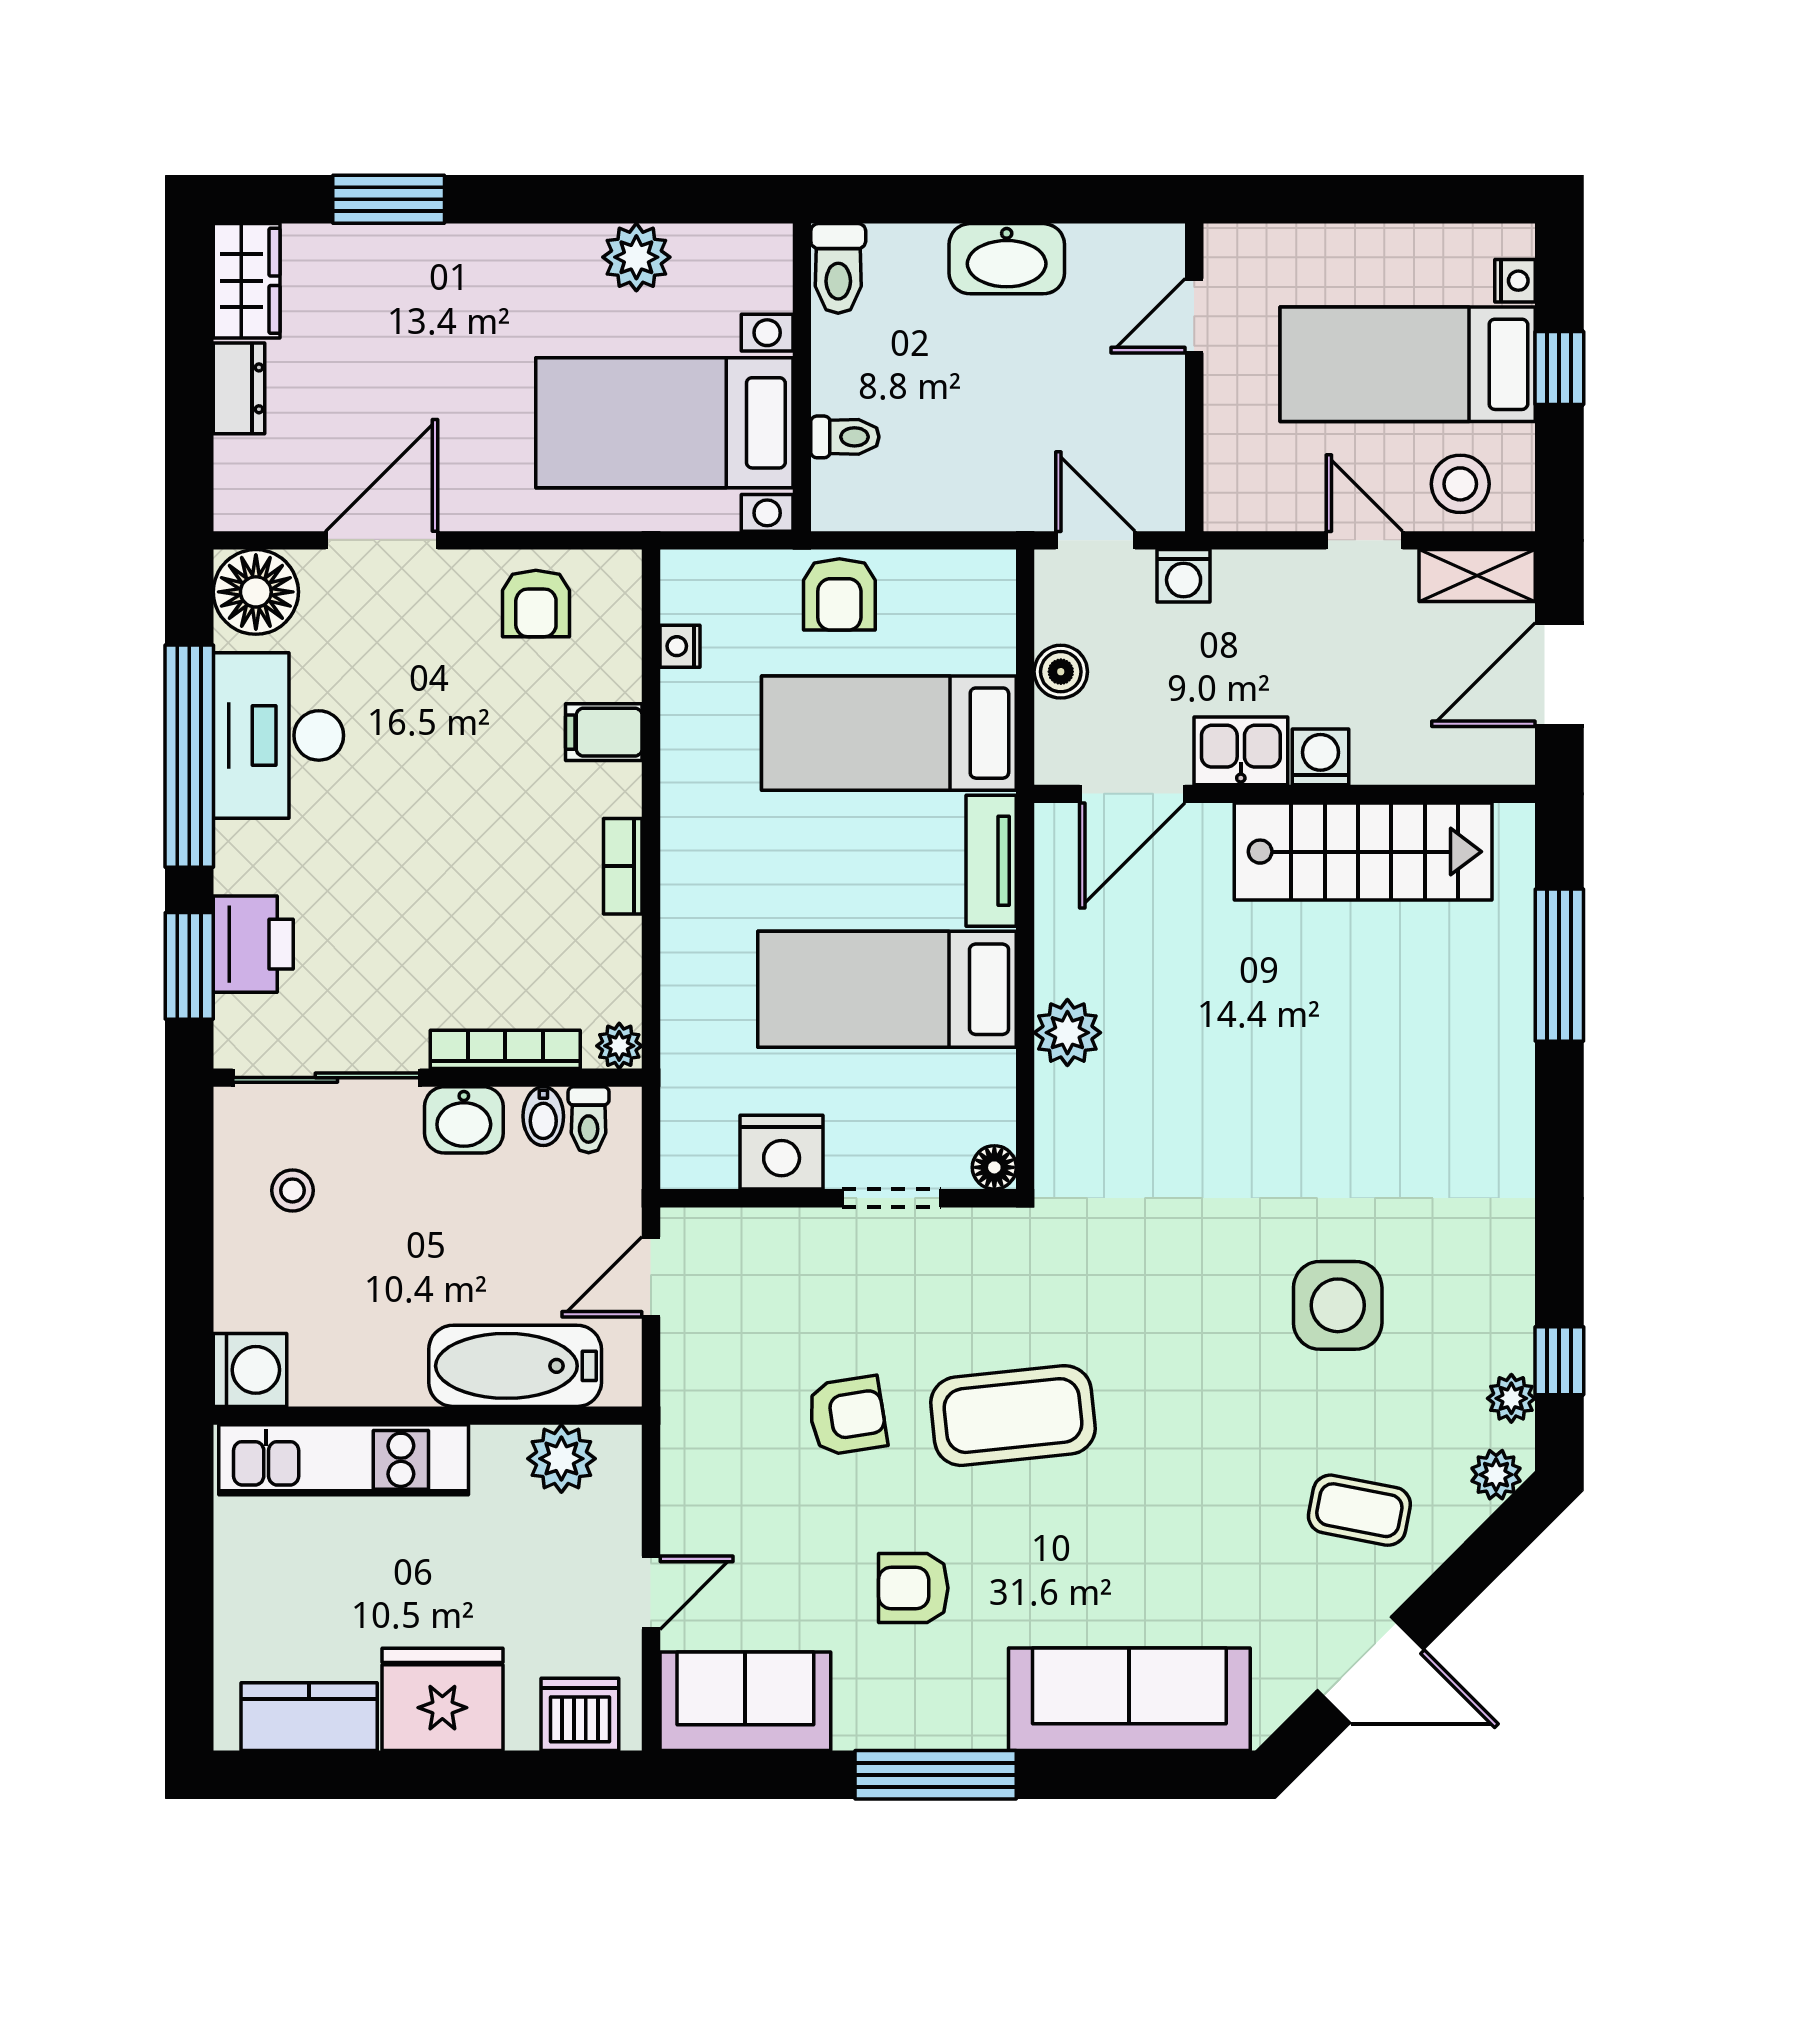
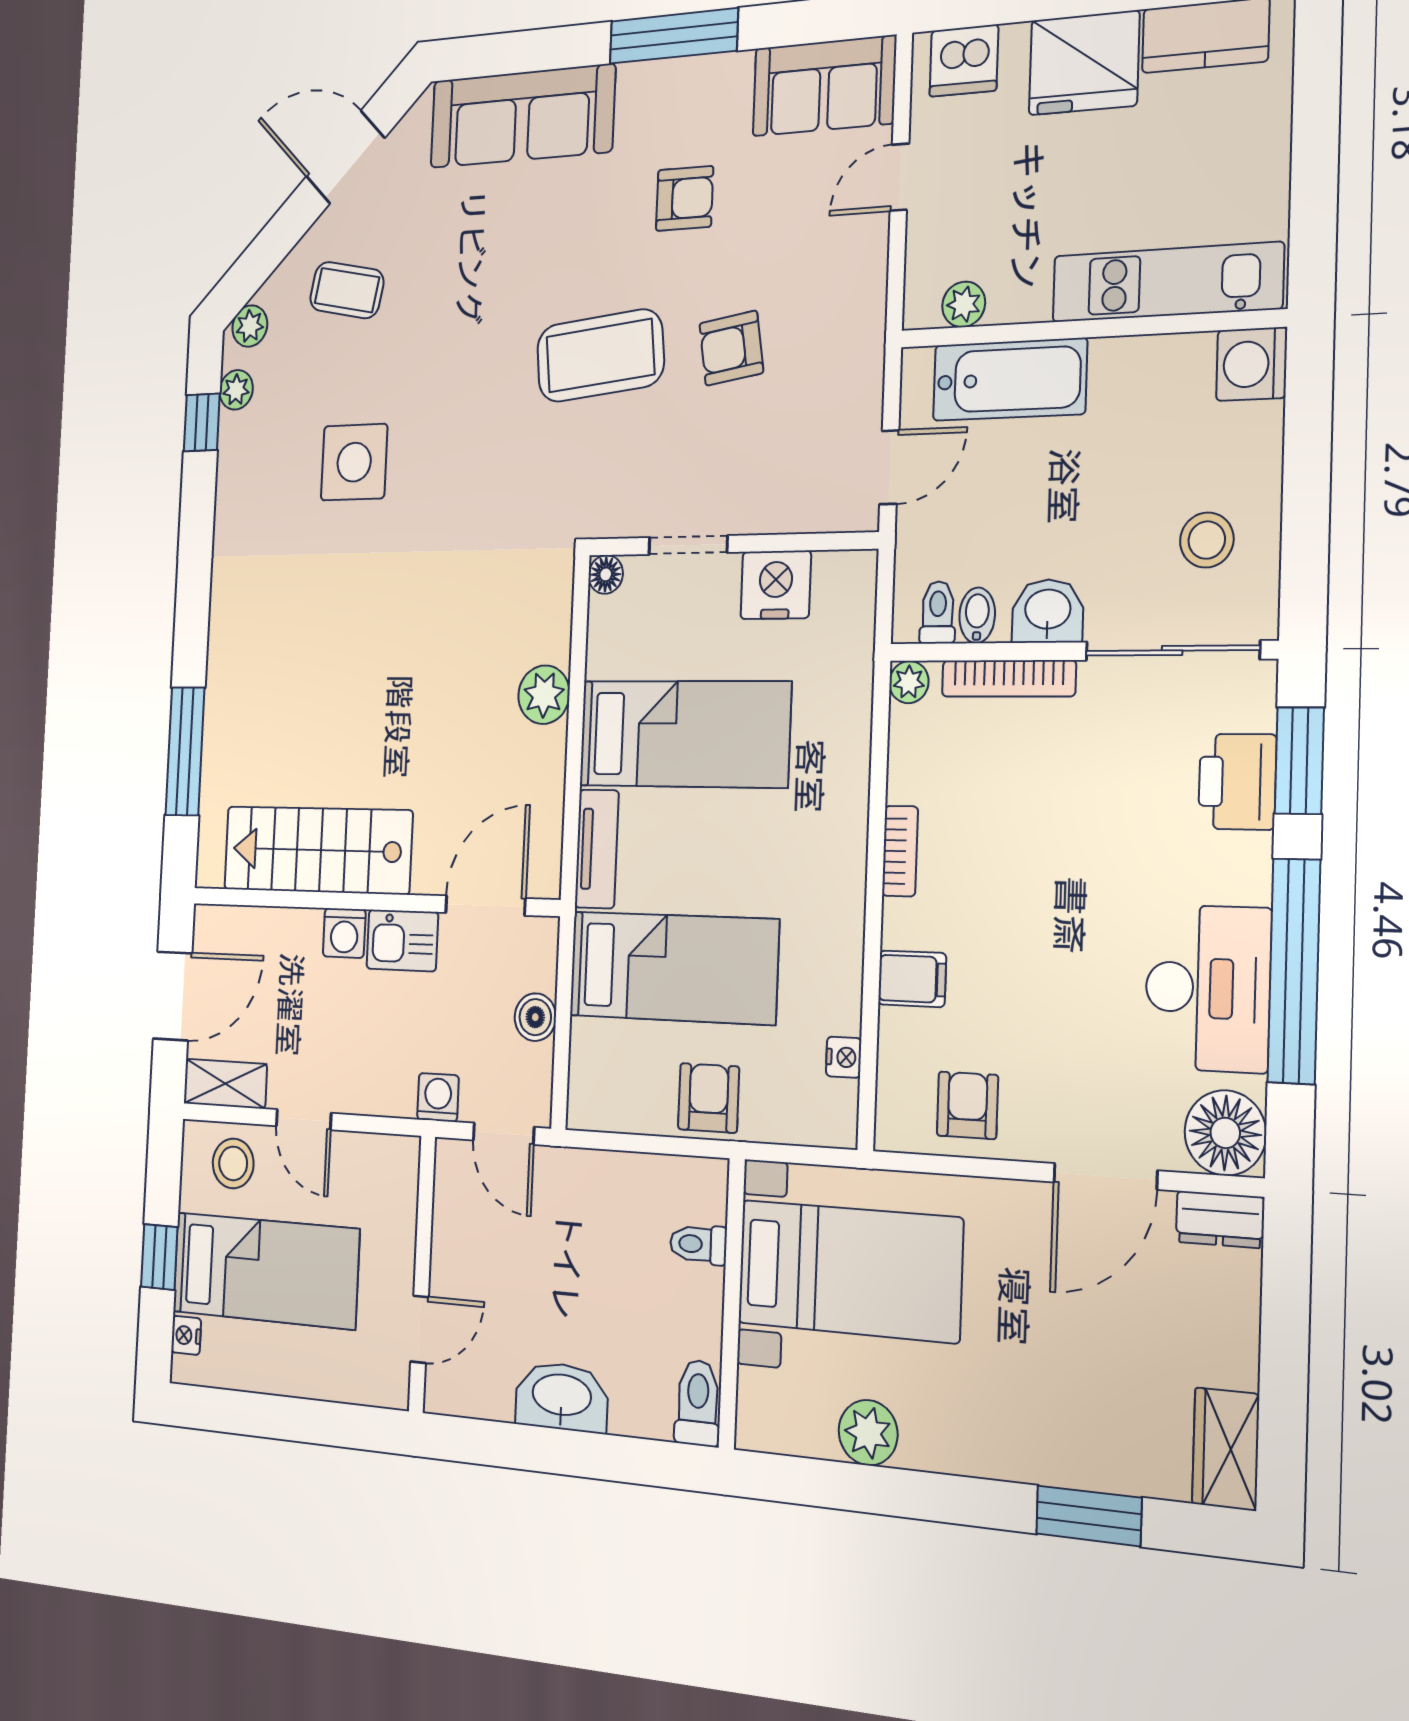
dresser: (239, 388) -> (1220, 1219), moved, turned -90
stool: (293, 1190) -> (1207, 540), width x1.37, depth x1.37
plant: (561, 1459) -> (964, 304), width x0.73, depth x0.73

